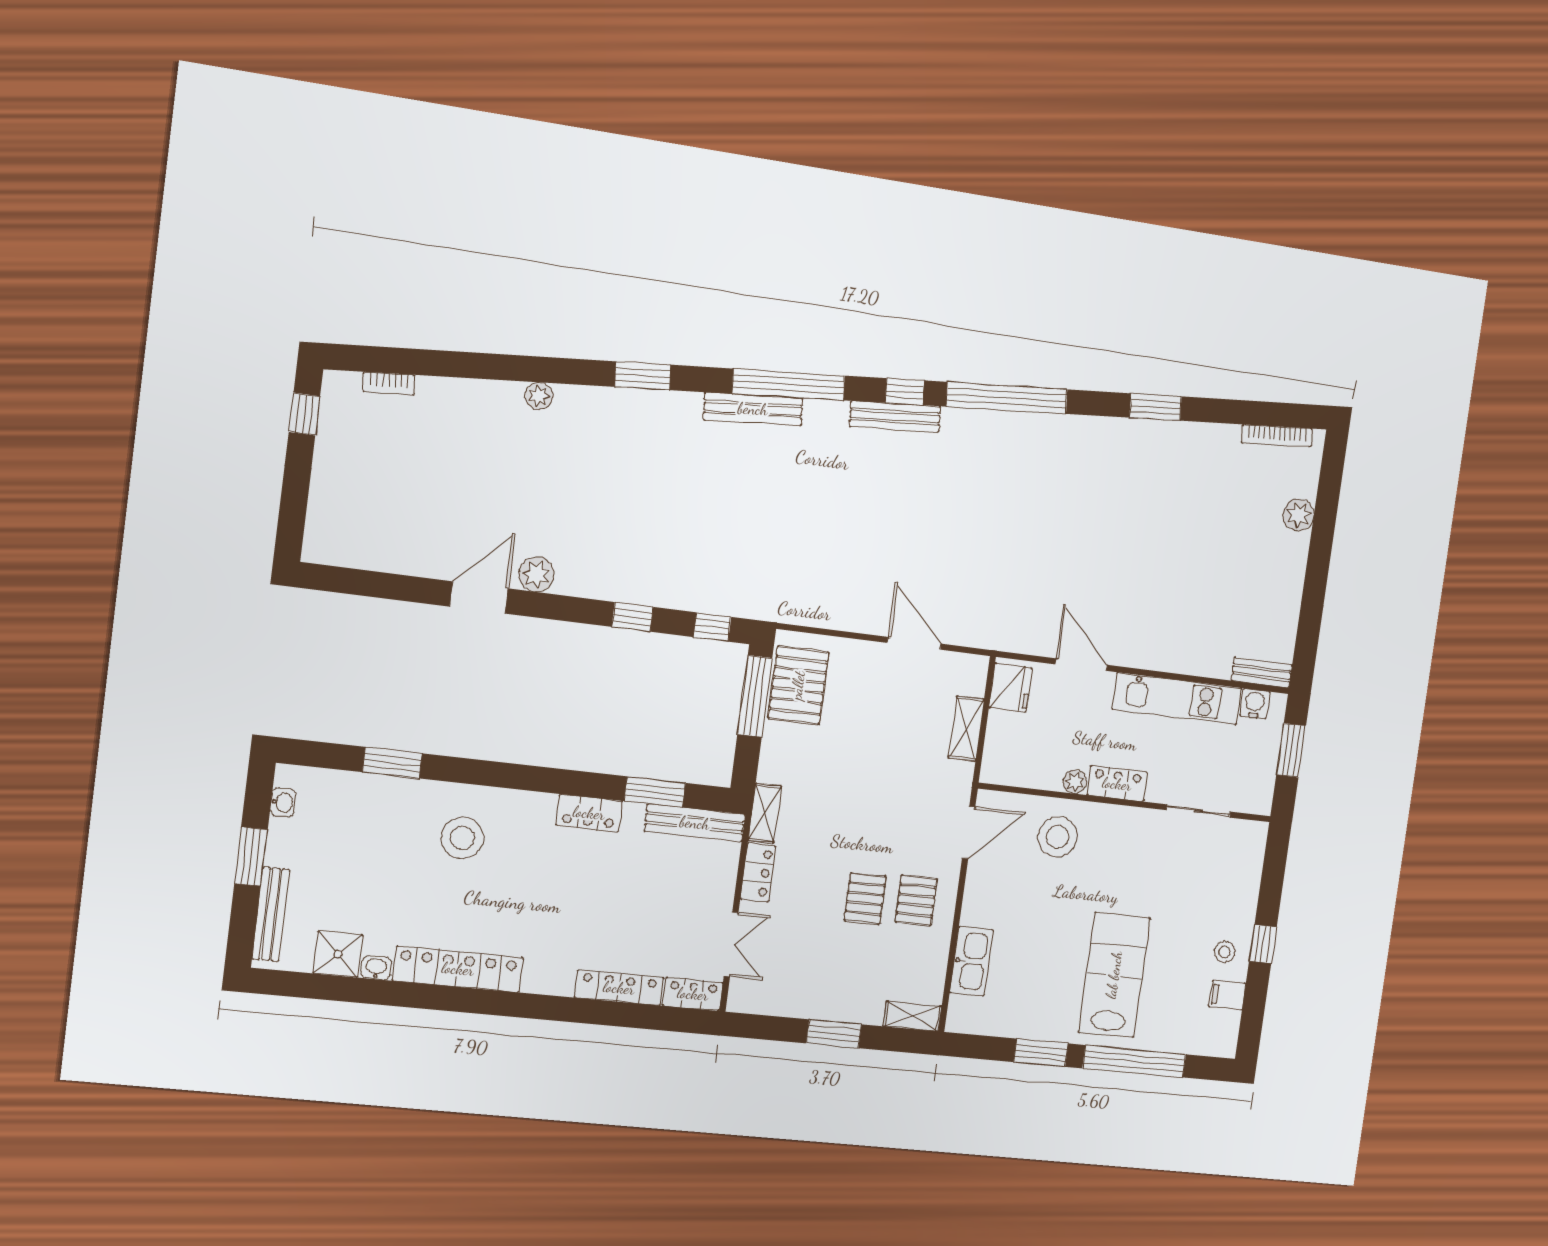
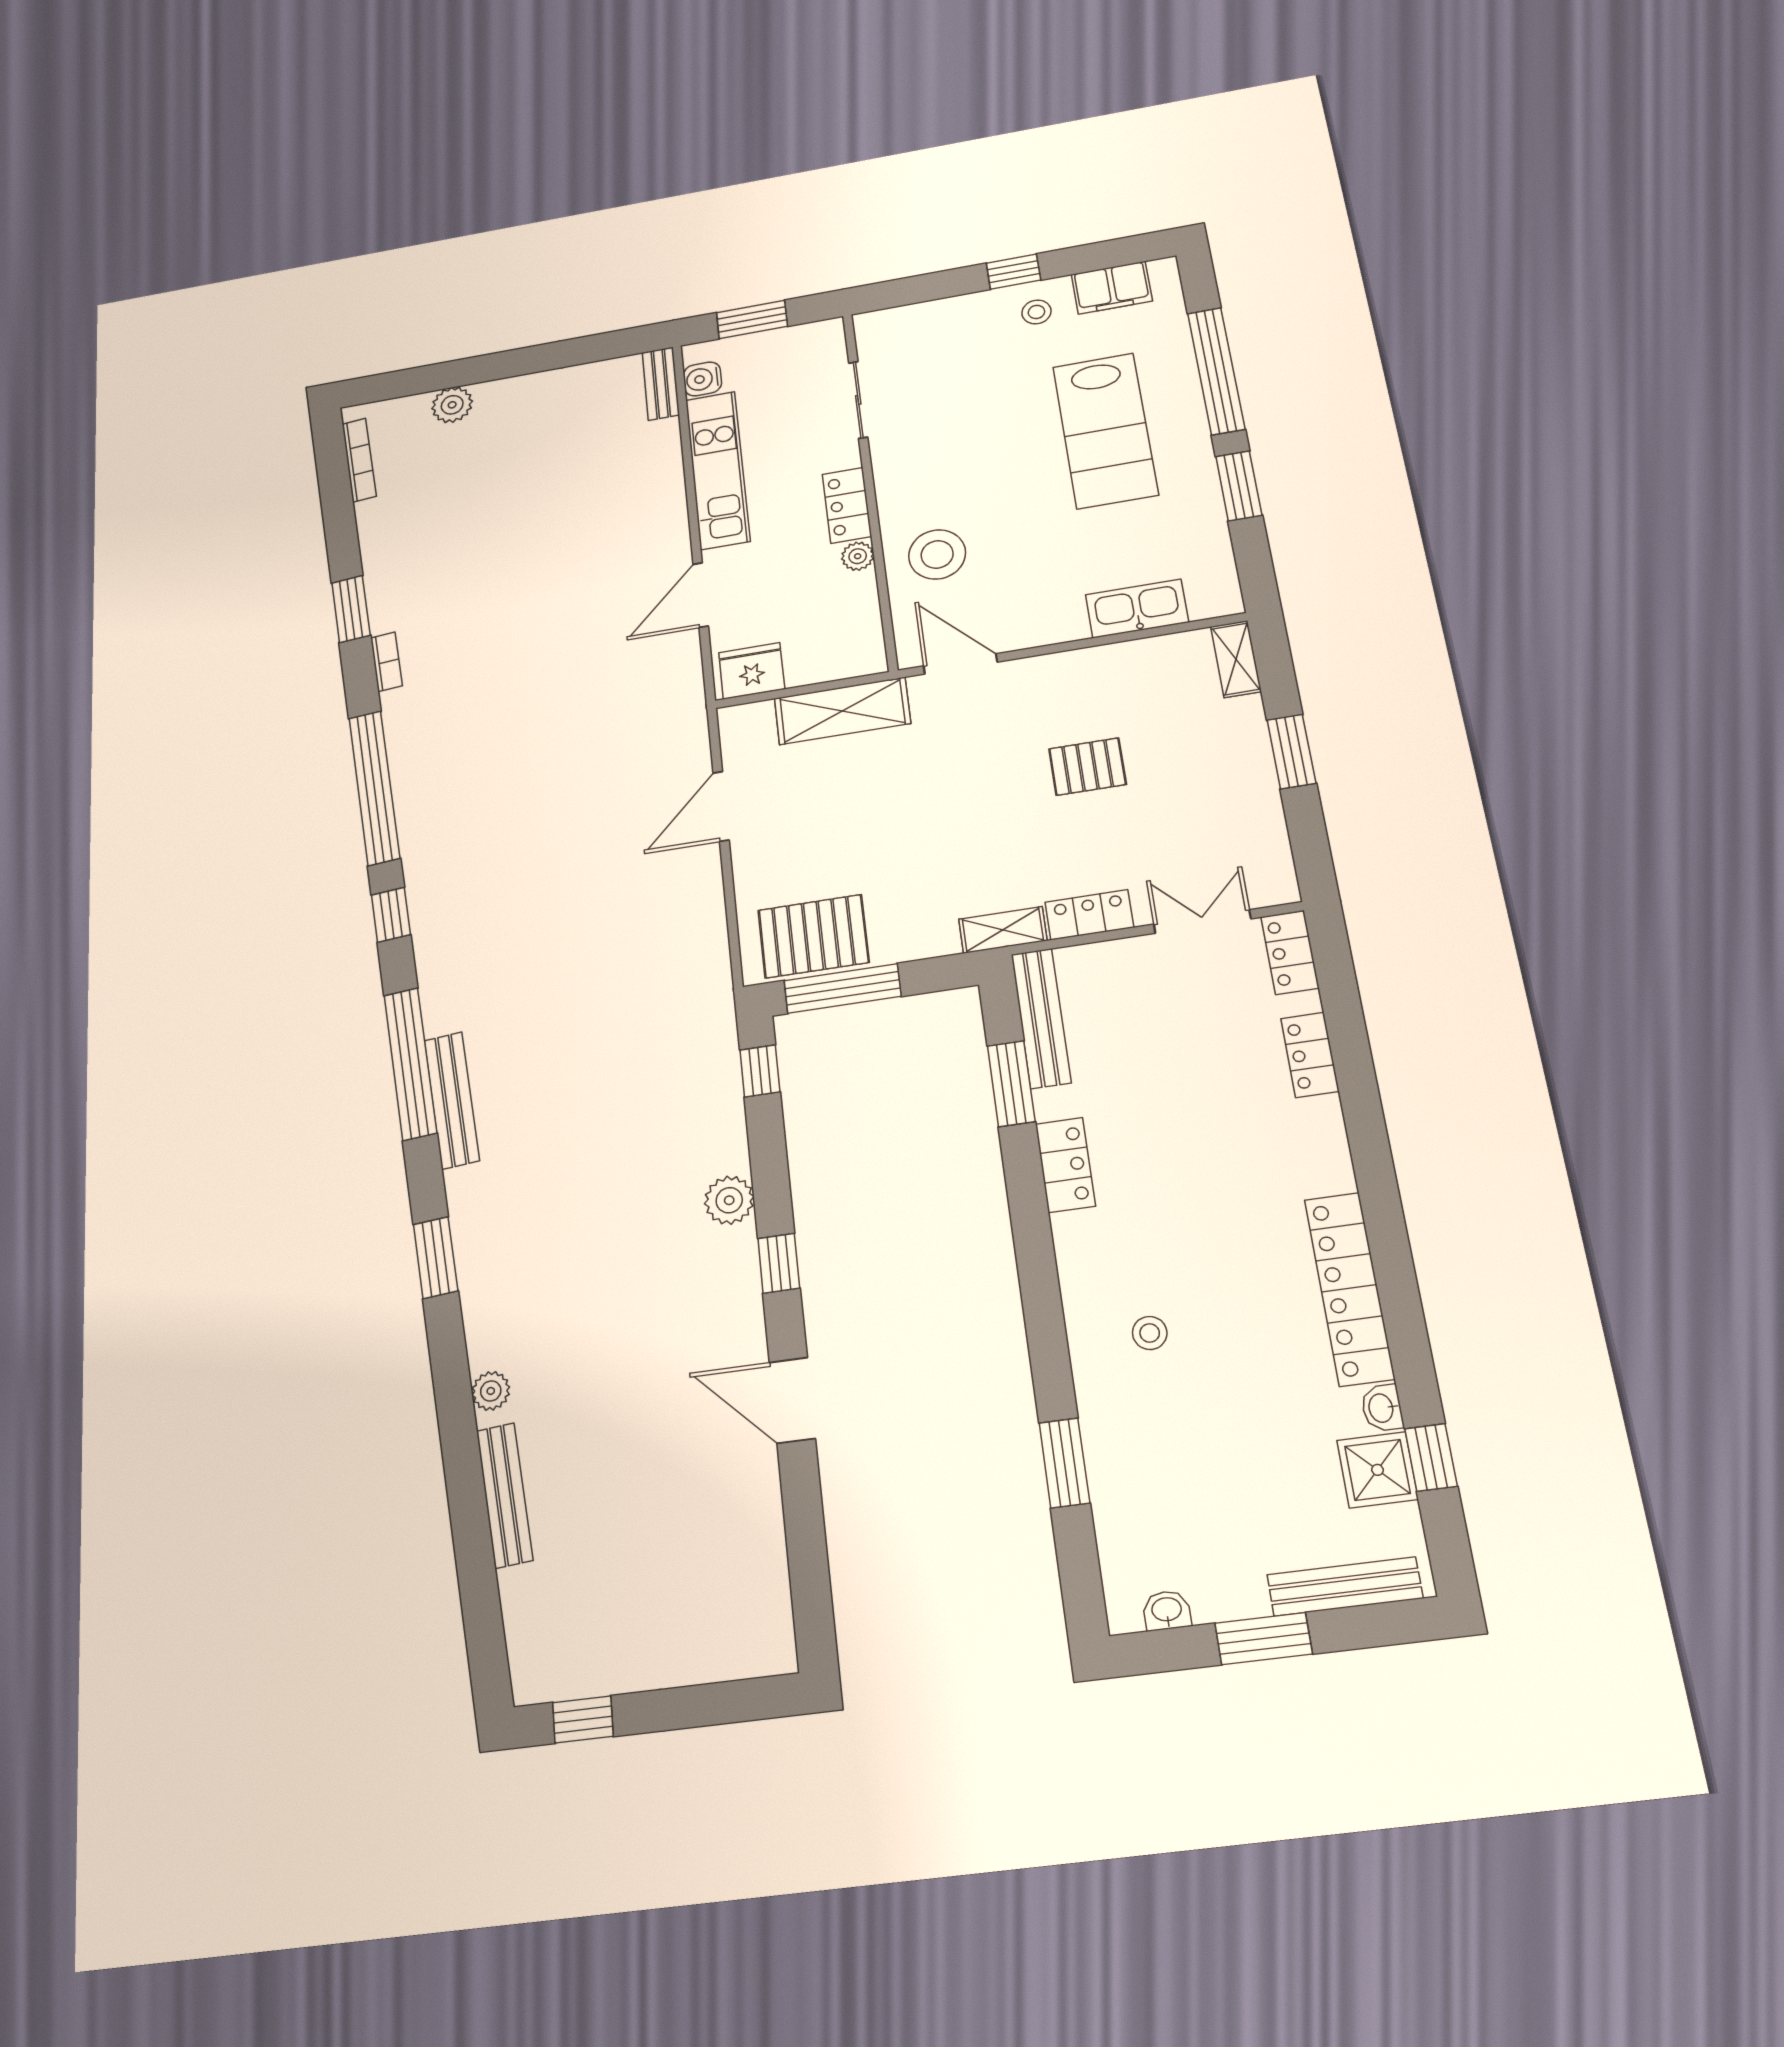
bookcase: (389, 383) -> (386, 662), moved
bench: (895, 417) -> (504, 1495), moved
plant: (537, 574) -> (729, 1200), moved
window: (632, 617) -> (779, 1263), moved
shelving: (966, 728) -> (842, 711), width x1.50, depth x1.33
stool: (462, 838) -> (1150, 1333), width x0.53, depth x0.53
pallet: (916, 900) -> (1072, 702), removed
lab bench: (1114, 975) -> (1105, 430), turned -90
window: (338, 988) -> (1431, 1457), added
locker: (619, 988) -> (1310, 1055), width x0.66
filing cabinet: (1227, 995) -> (1112, 288), width x2.00

